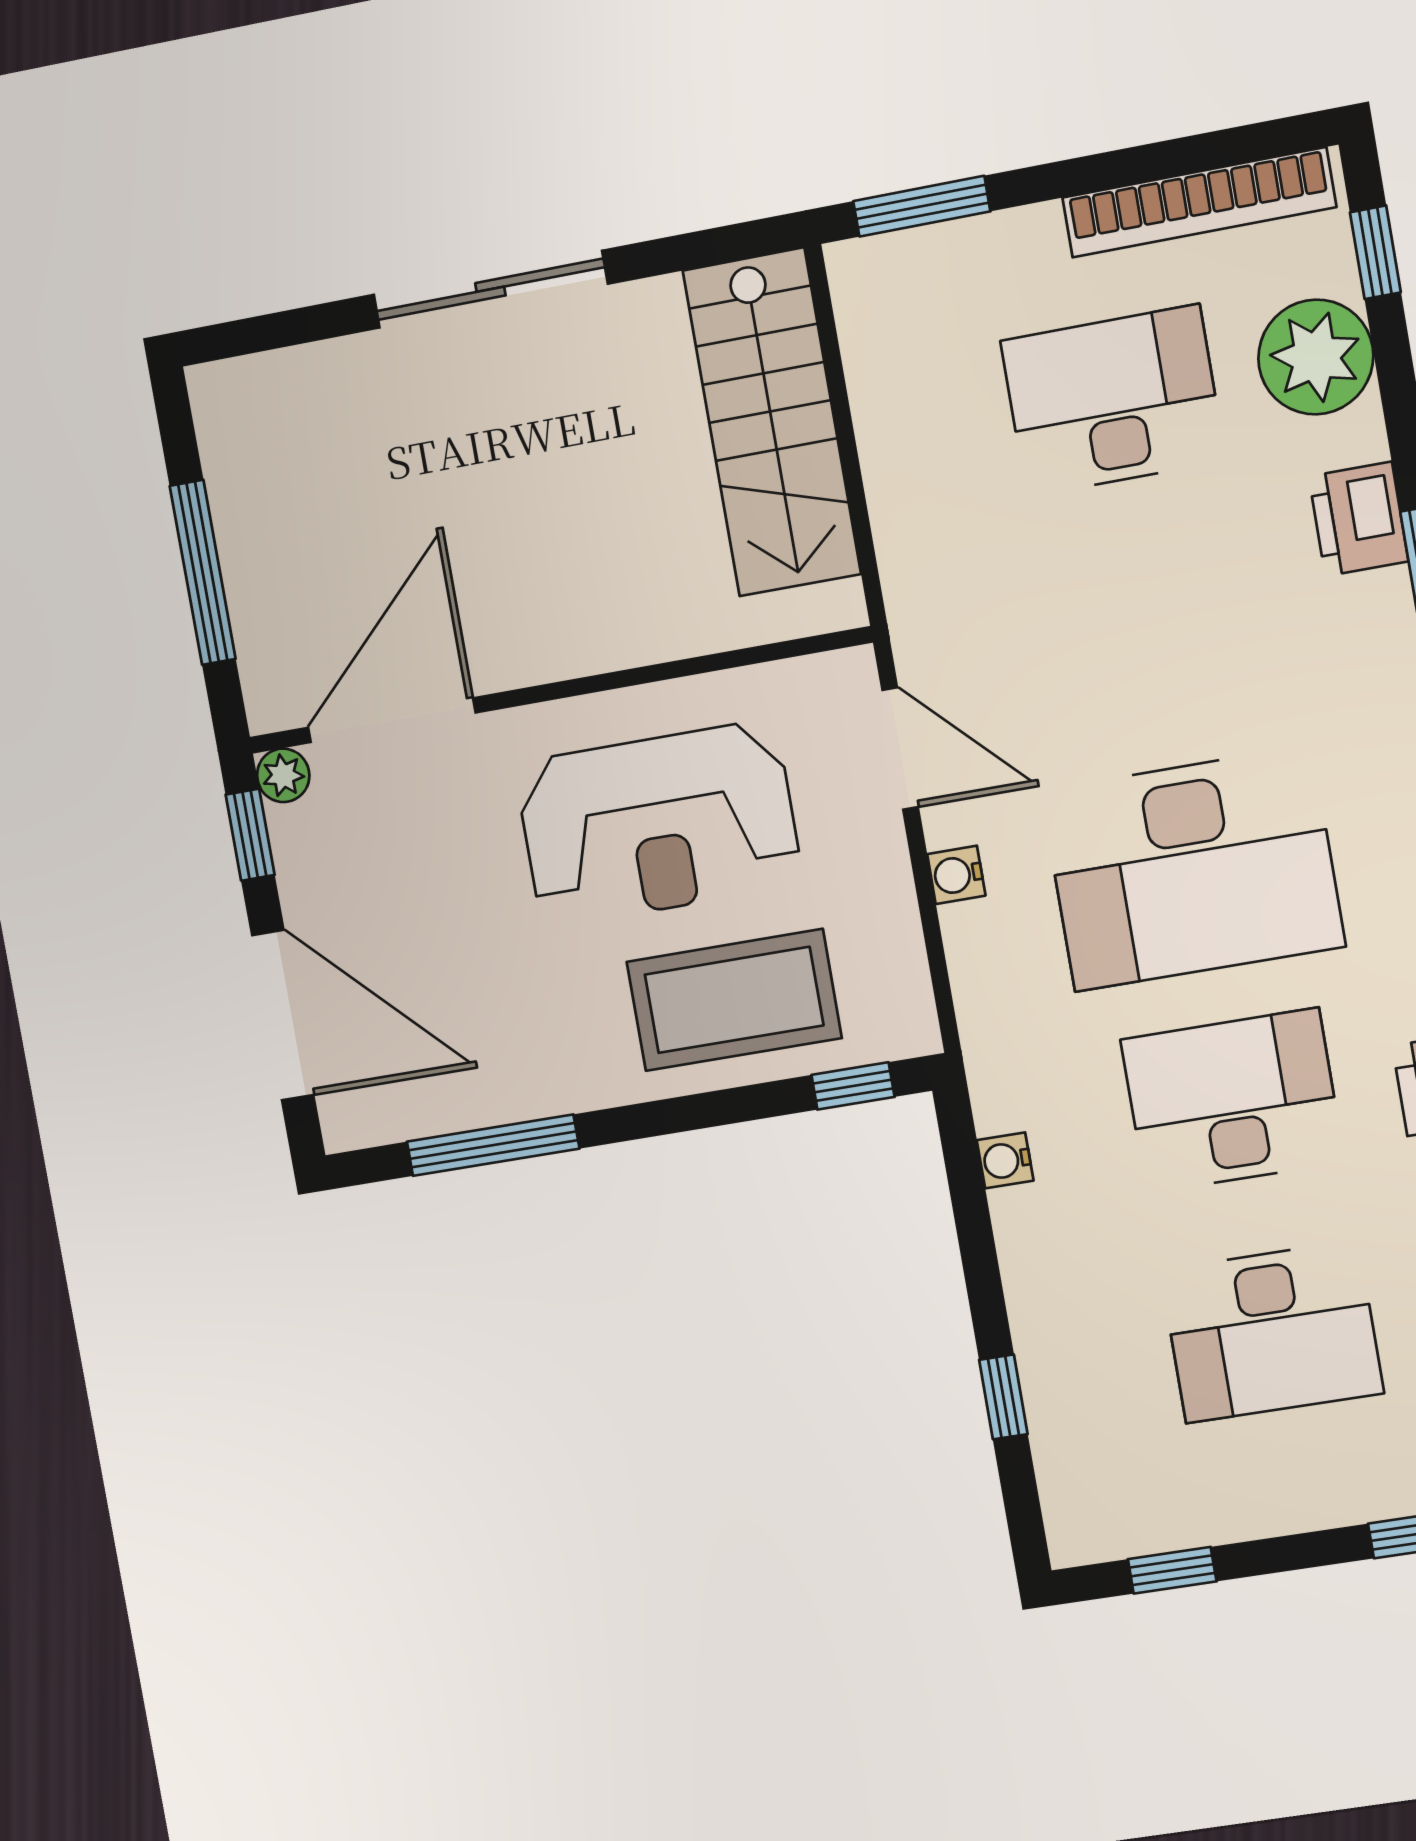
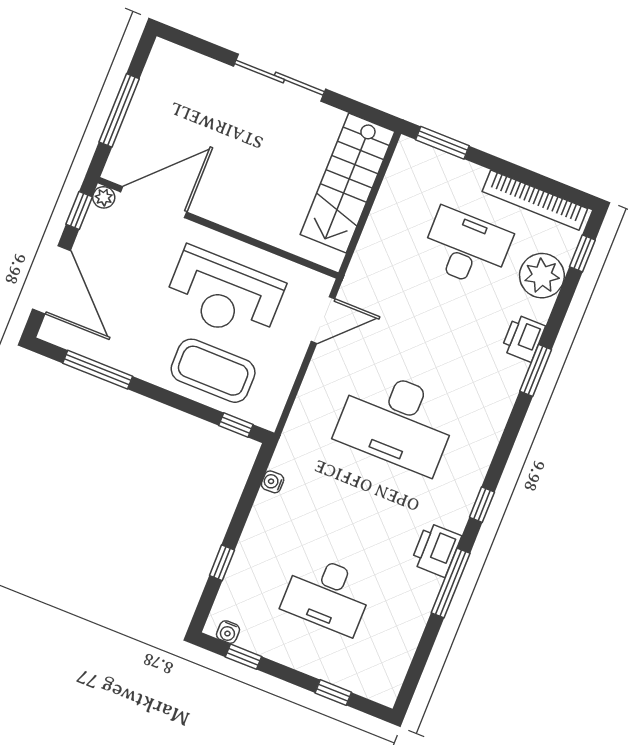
door: (900, 749) -> (323, 320), hinge flipped
water cooler: (956, 875) -> (228, 632), moved, turned -90
desk: (1232, 1101) -> (362, 508), removed

